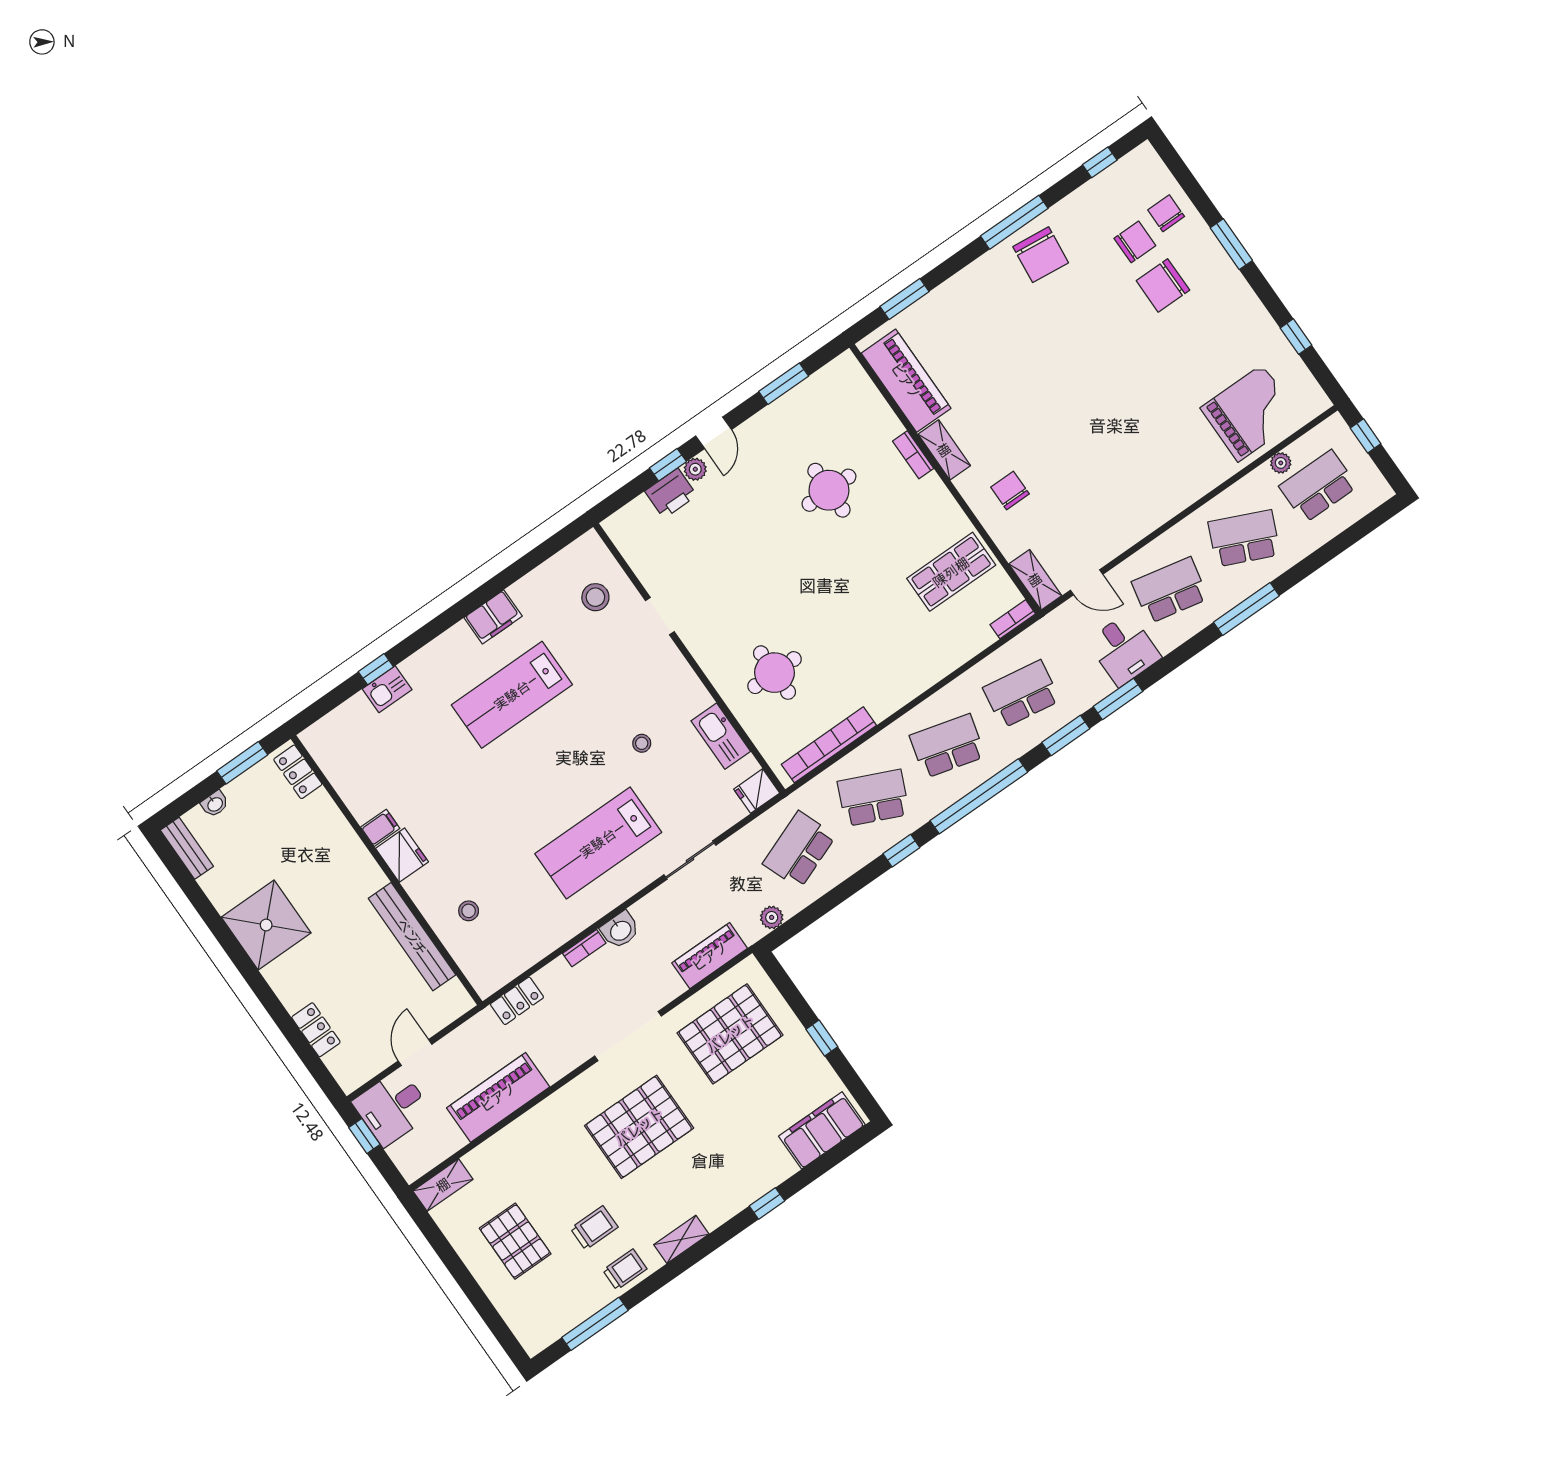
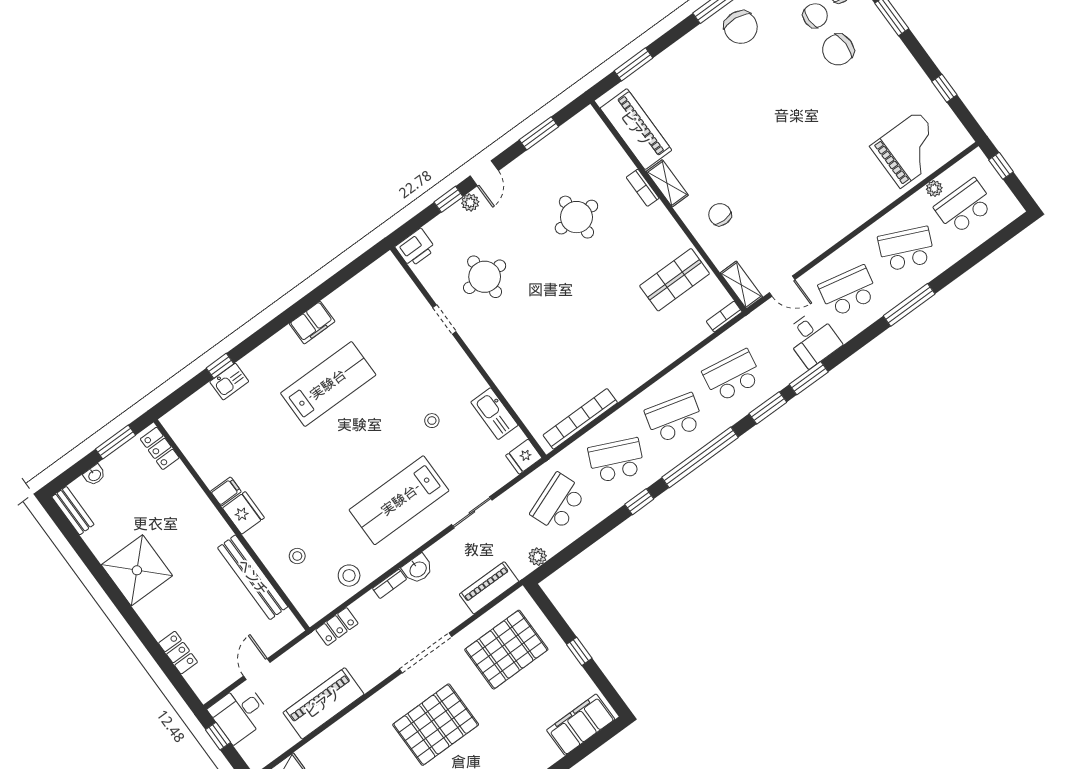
printer: (671, 493) -> (415, 248), moved
stool: (595, 597) -> (349, 576), moved
round table: (775, 673) -> (485, 277), moved
lab bench: (512, 695) -> (328, 384), turned 180

